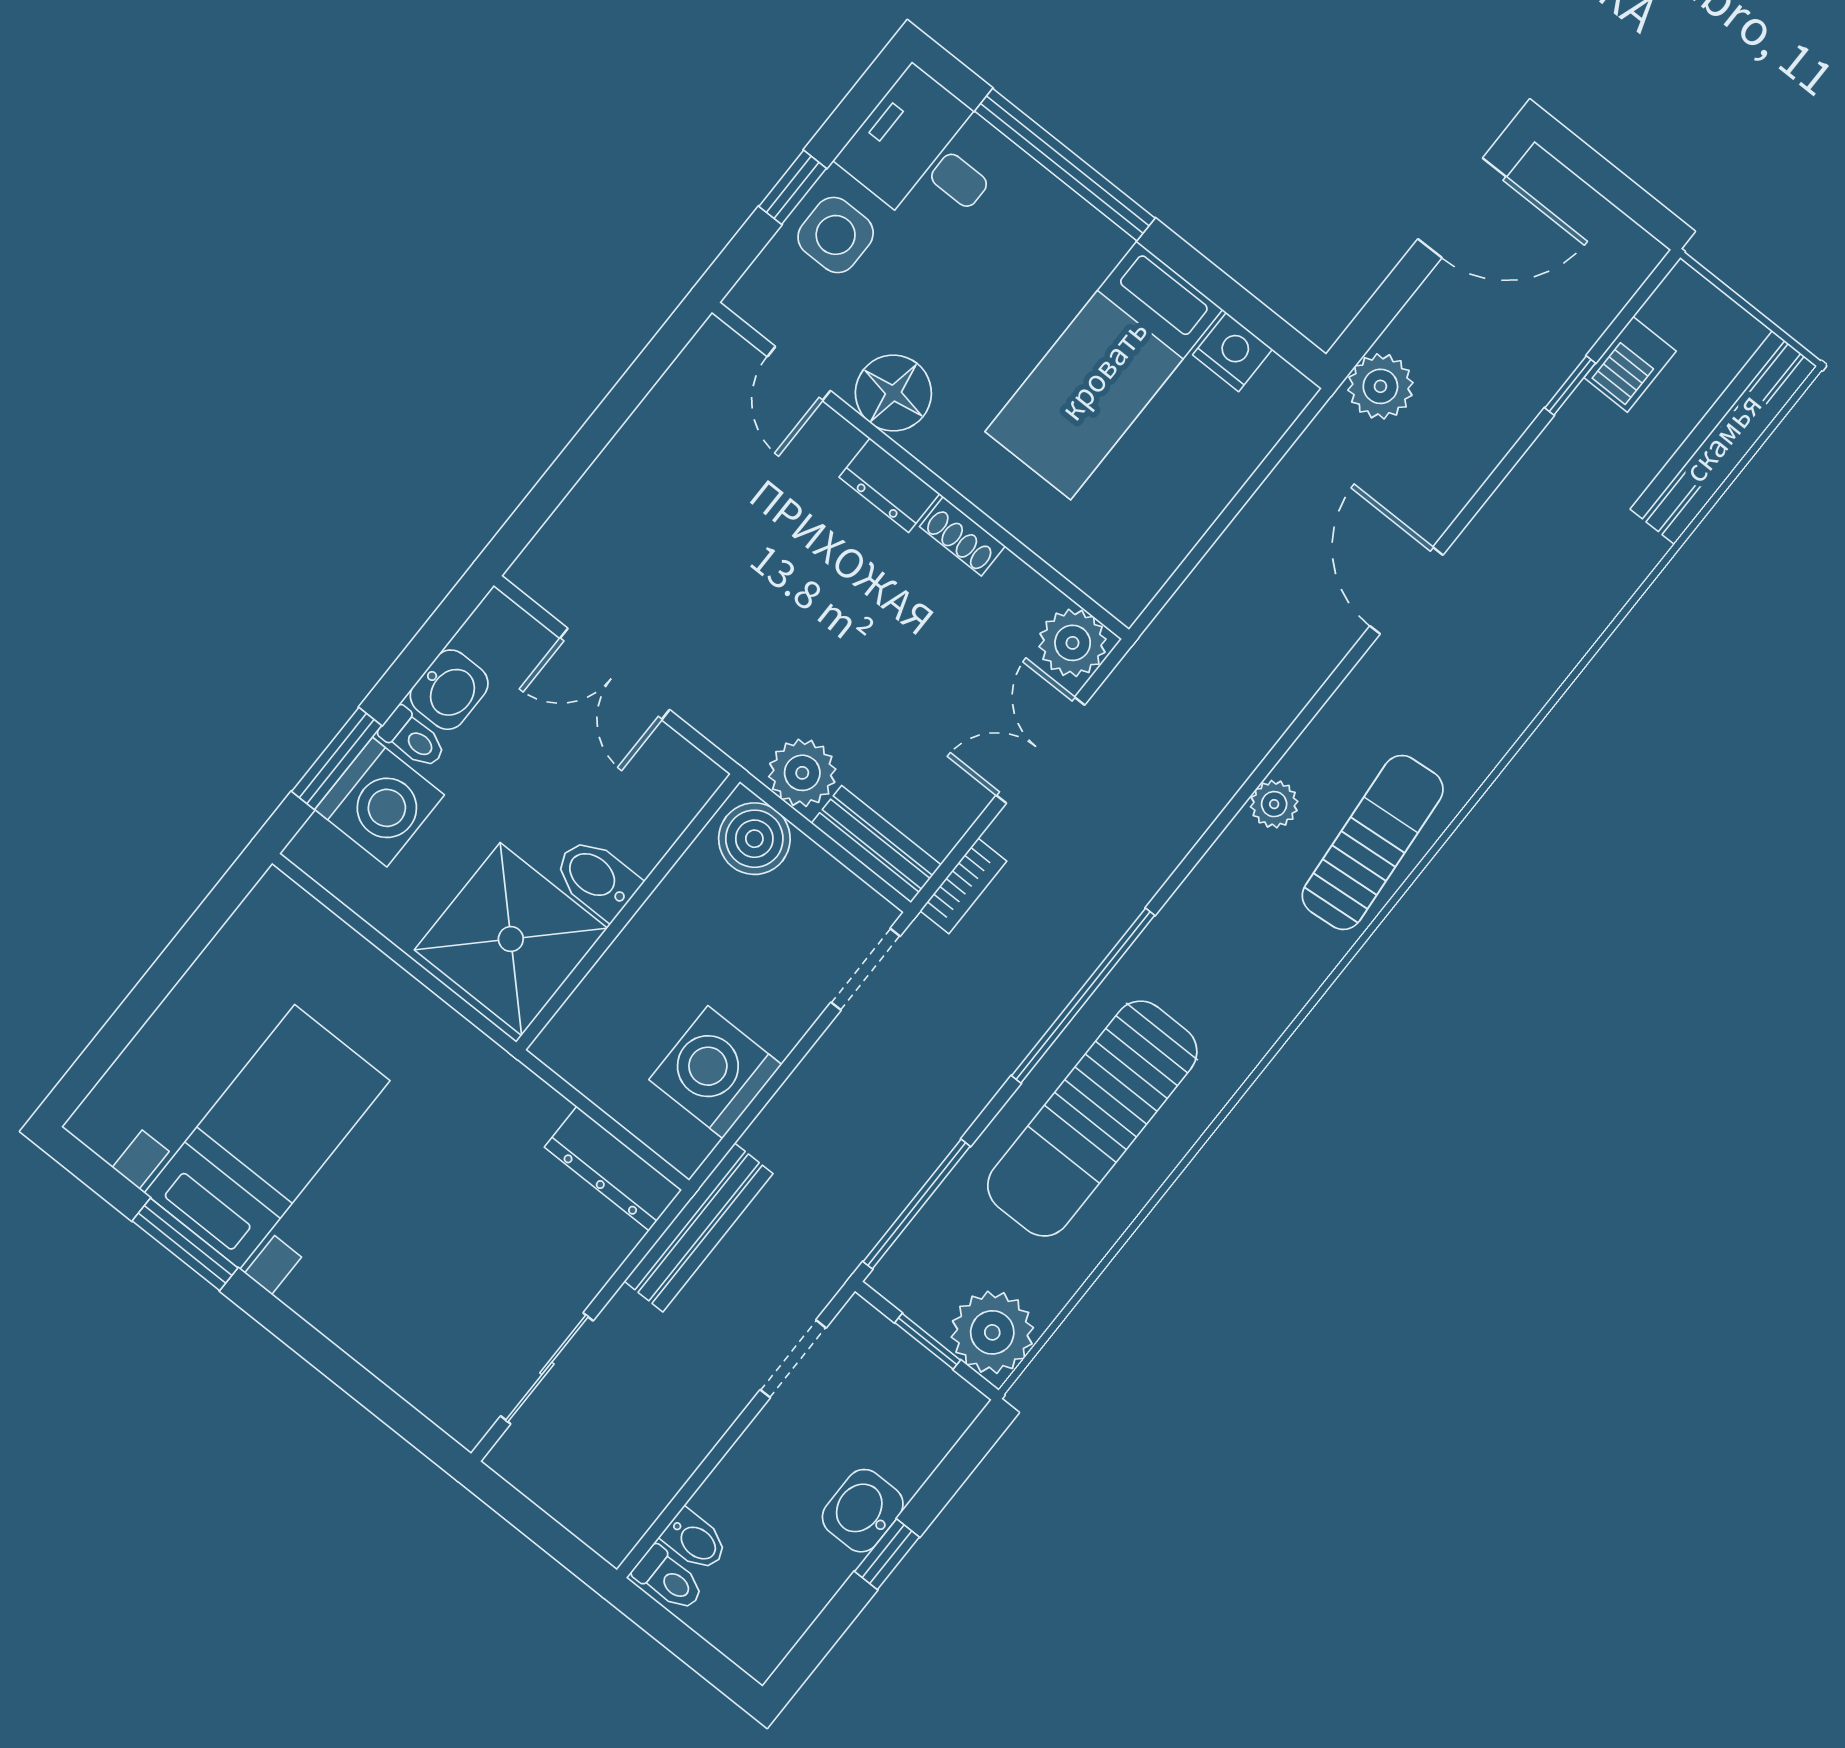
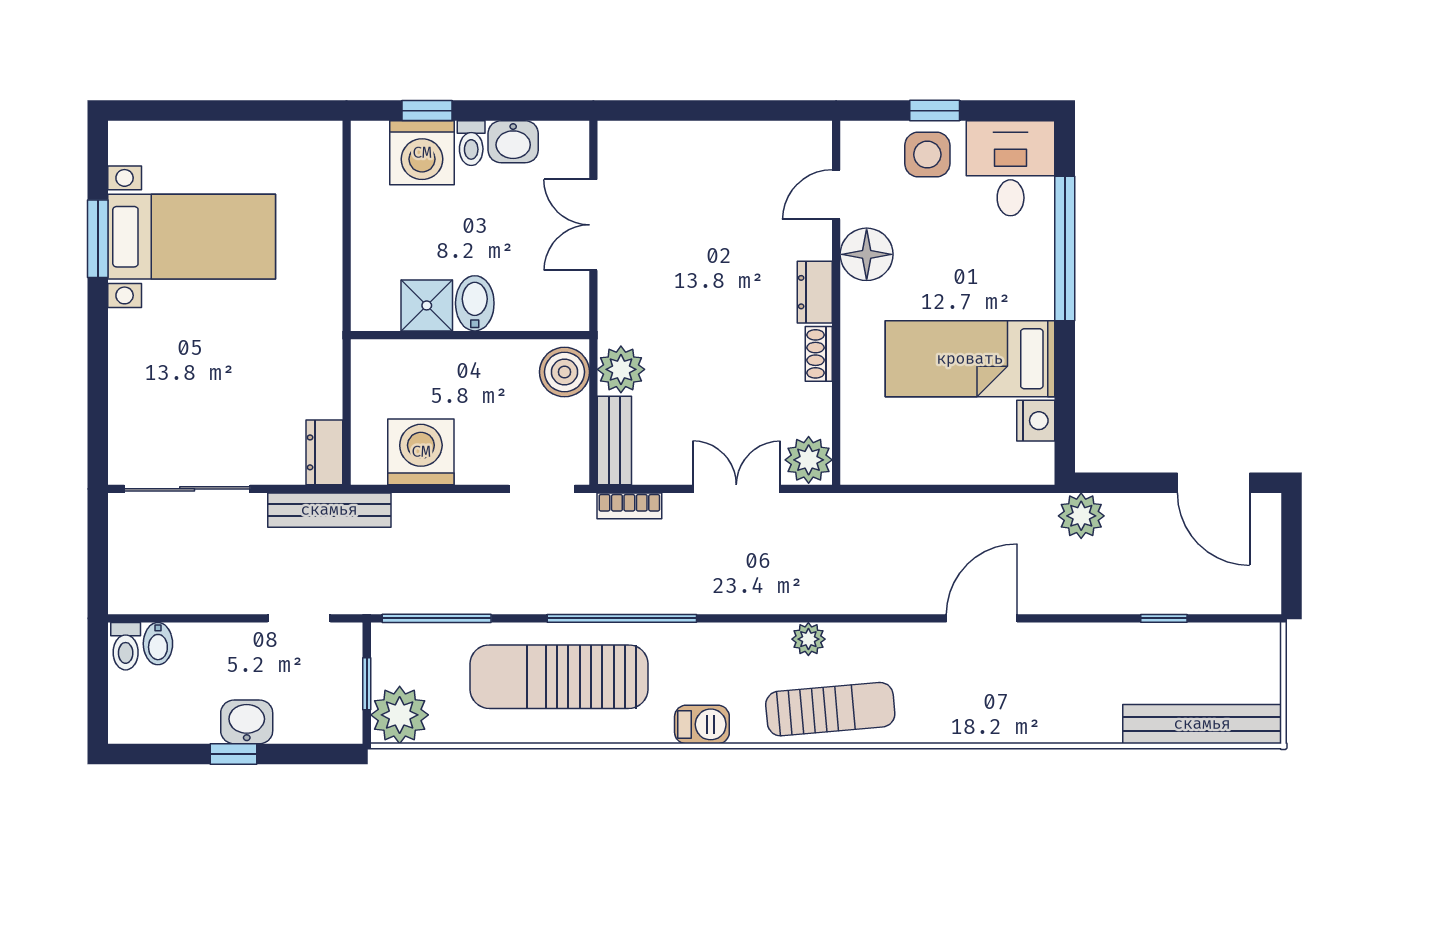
barbecue: (1630, 364) -> (702, 724), moved, turned 180
window: (337, 759) -> (427, 111), width x0.67
shower: (511, 939) -> (427, 305), width x0.54, depth x0.54
dresser: (613, 1169) -> (324, 452), width x0.70
sliding door: (547, 1368) -> (187, 489), width x1.37

